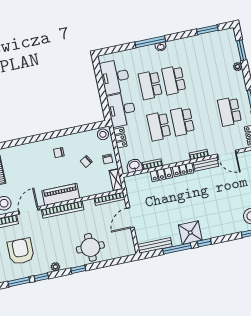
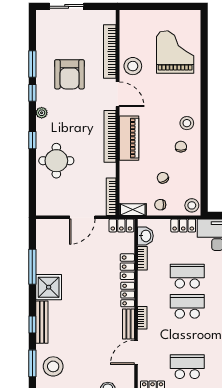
stool: (40, 152) -> (187, 123), added
locker: (130, 186) -> (121, 225), added
door: (130, 218) -> (82, 217), swing flipped
window: (204, 243) -> (32, 324), moved
bench: (155, 246) -> (42, 322), moved
armchair: (21, 251) -> (69, 74), turned 90

